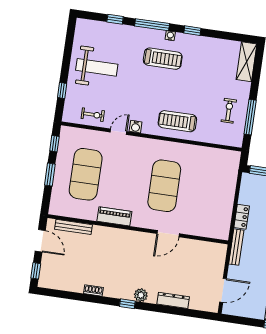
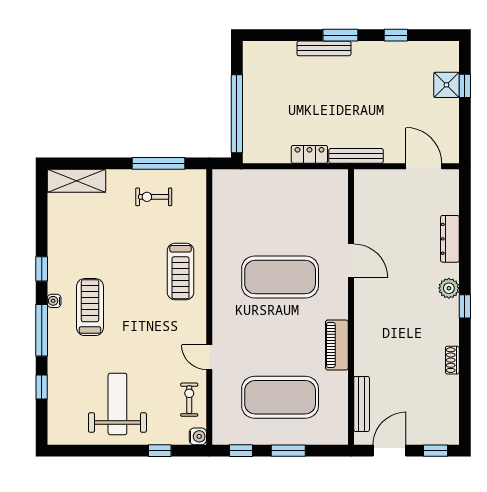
water cooler: (136, 127) -> (198, 436), moved

